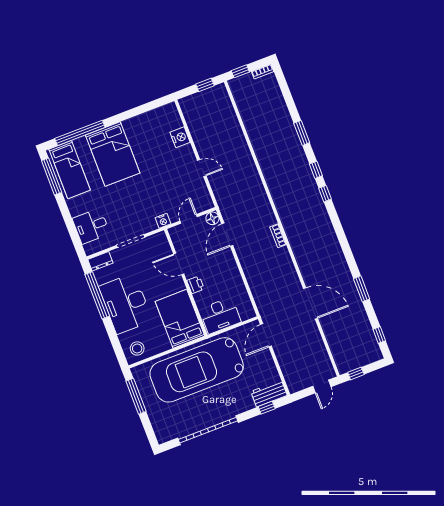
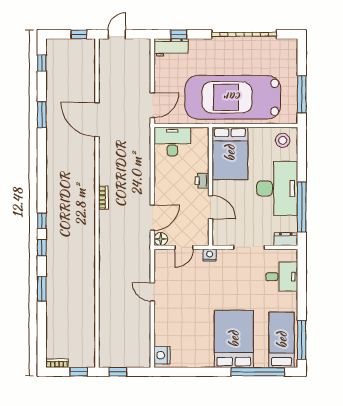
nightstand: (180, 137) -> (162, 355), moved
desk: (220, 315) -> (172, 142), moved
car: (197, 370) -> (233, 97), turned 180

